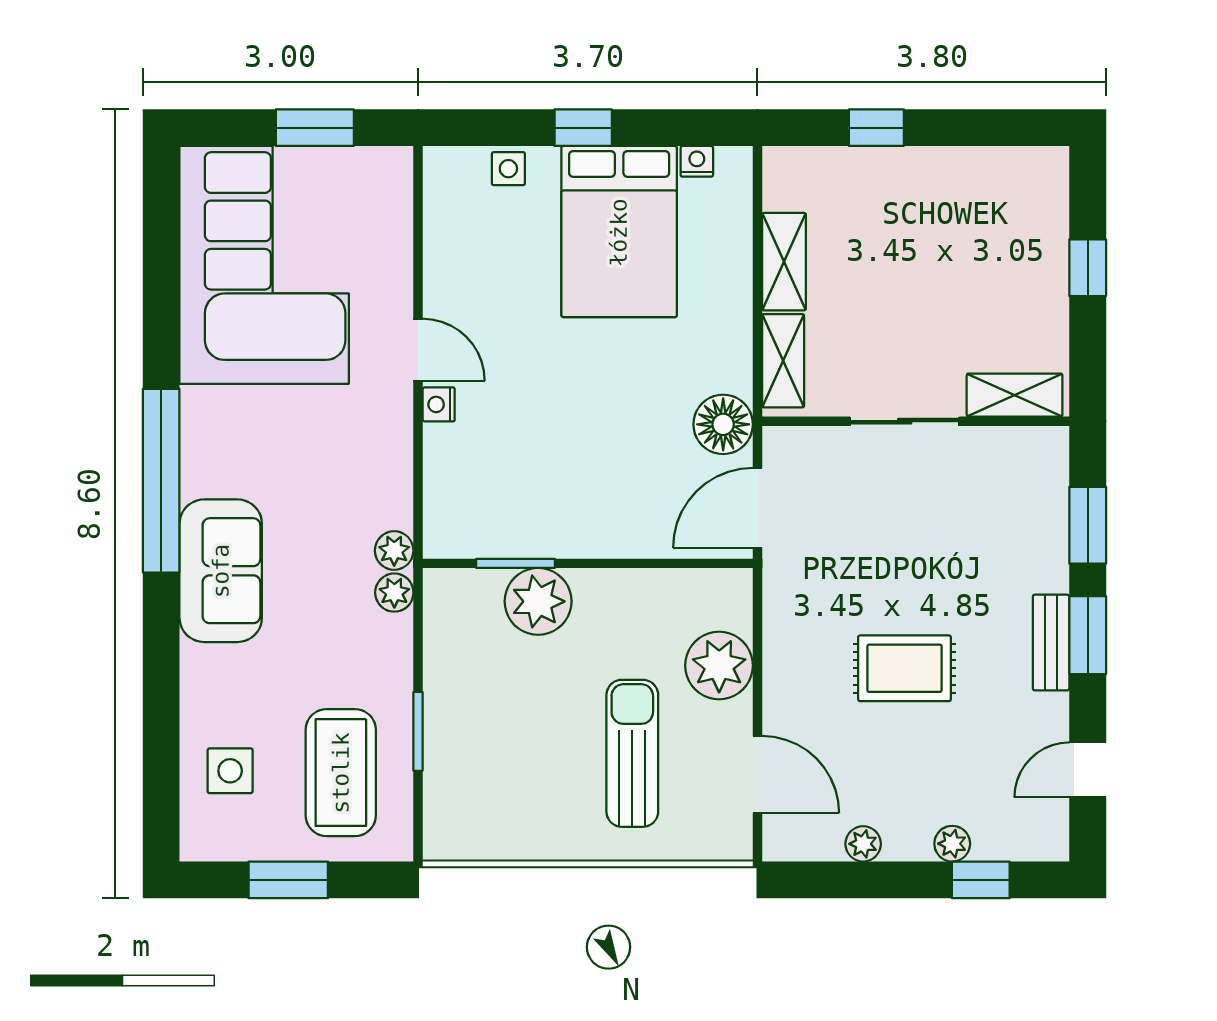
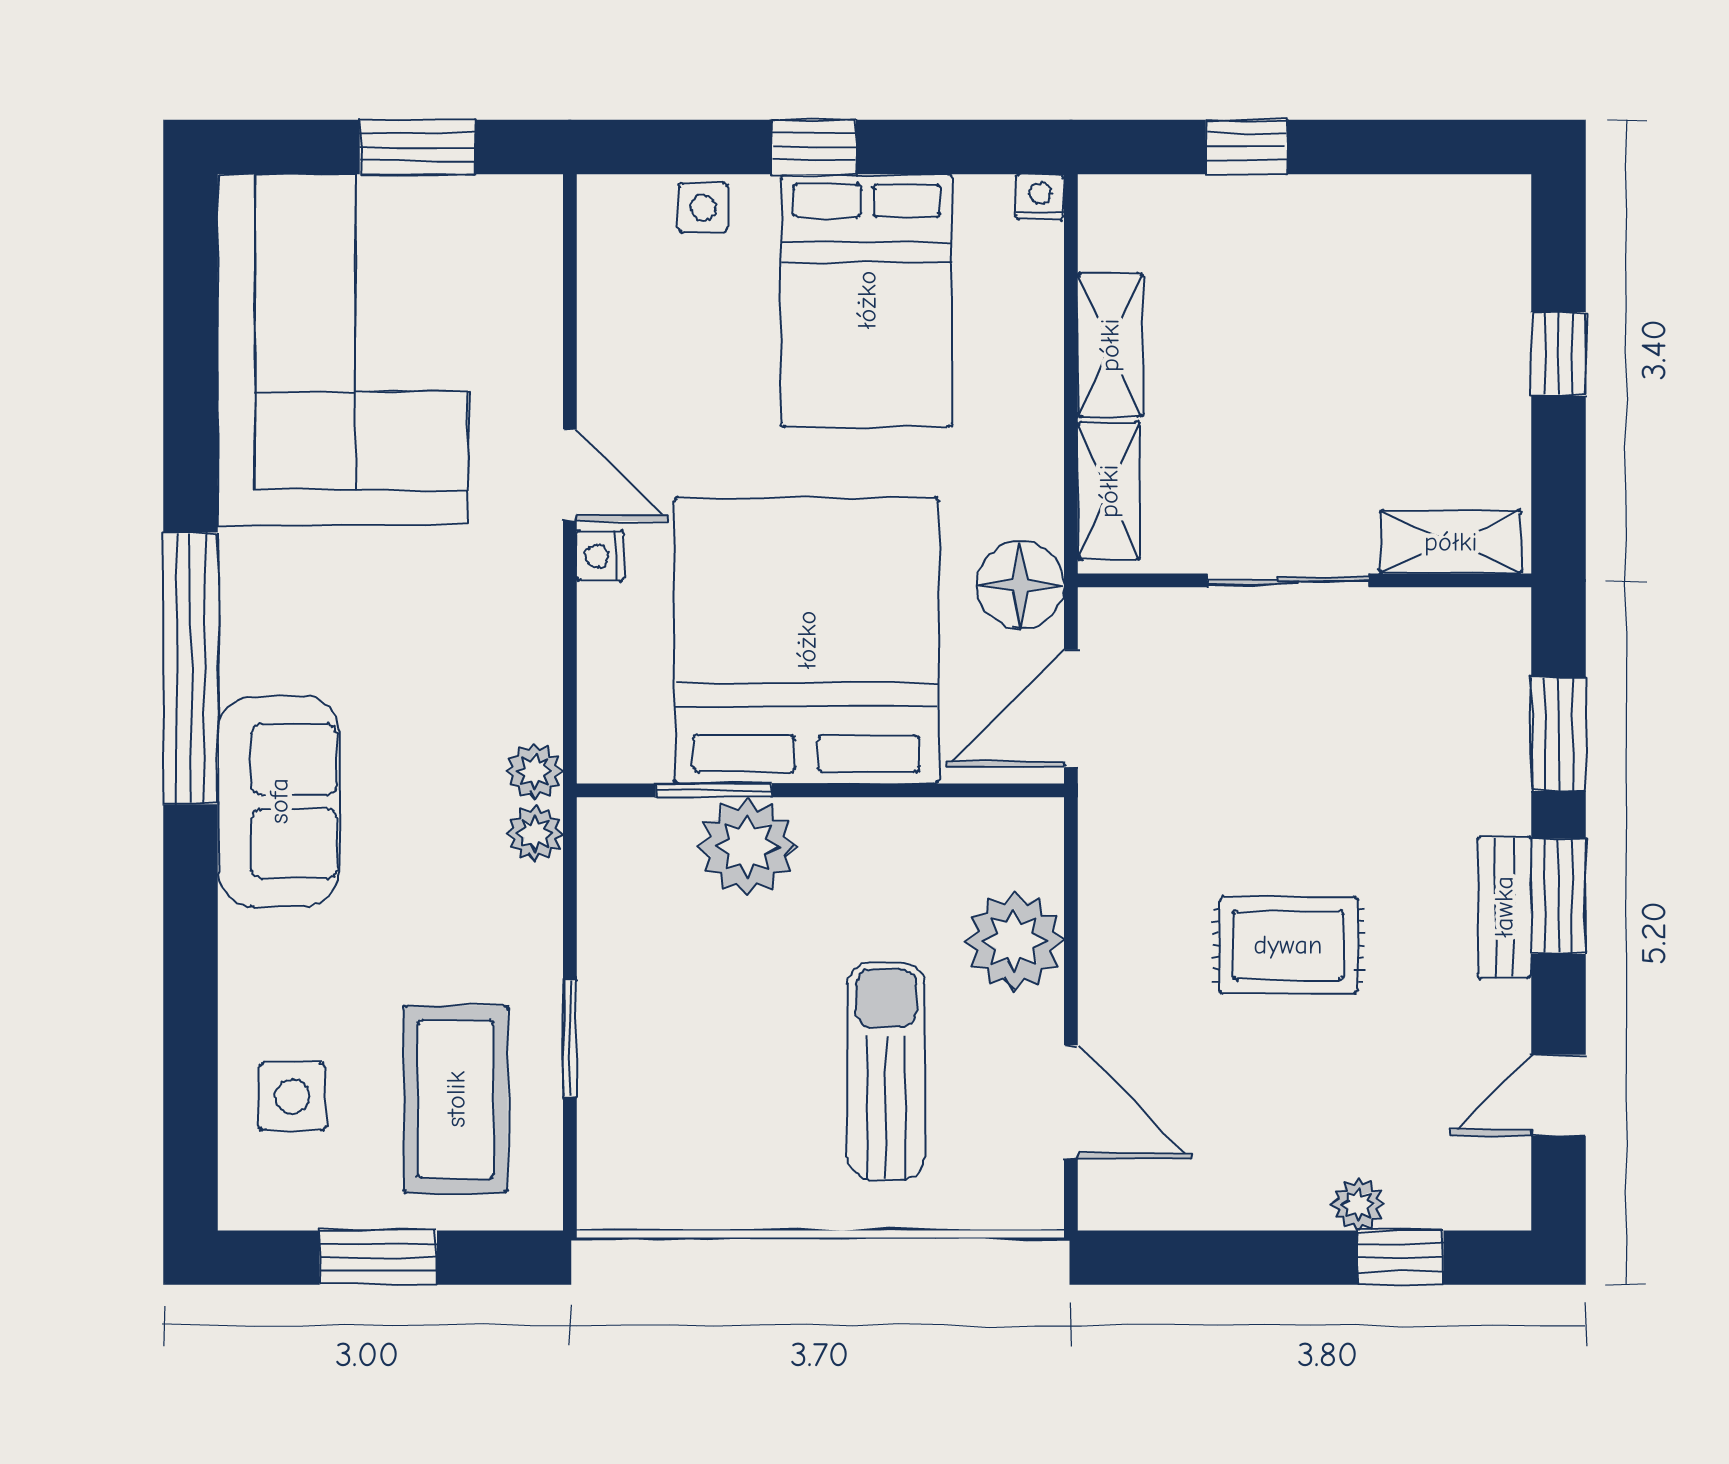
nightstand: (697, 161) -> (1040, 197), moved
bed: (578, 462) -> (807, 640), added
plant: (863, 844) -> (1227, 1204), removed

